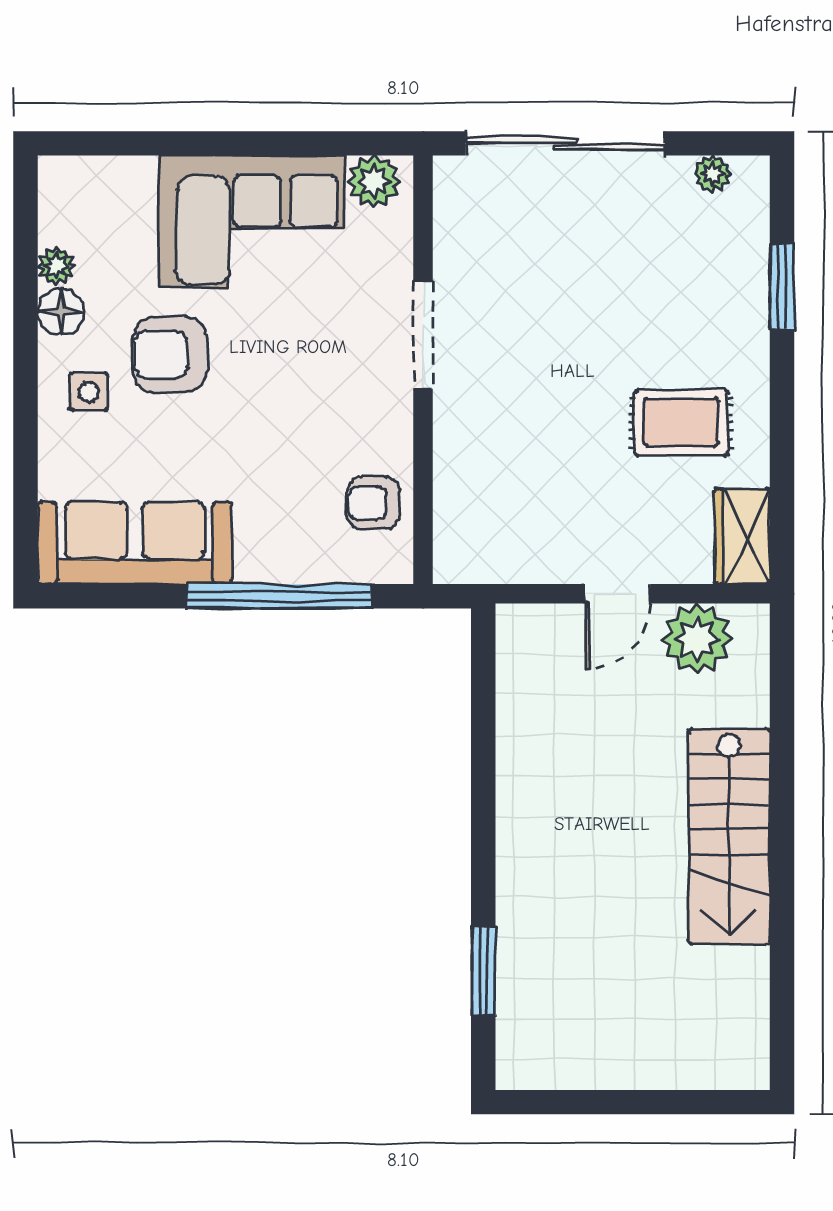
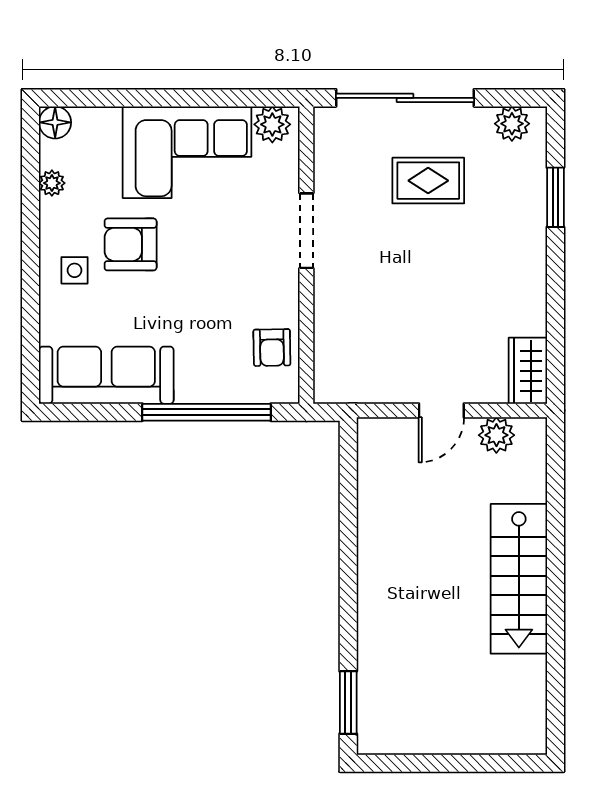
plant: (713, 174) -> (512, 124), width x1.38, depth x1.38
floor lamp: (61, 312) -> (55, 122), moved
rug: (681, 422) -> (428, 181), moved
armchair: (373, 503) -> (272, 348), turned -91
plant: (697, 639) -> (496, 435), width x0.73, depth x0.73
window: (483, 971) -> (348, 702), moved

